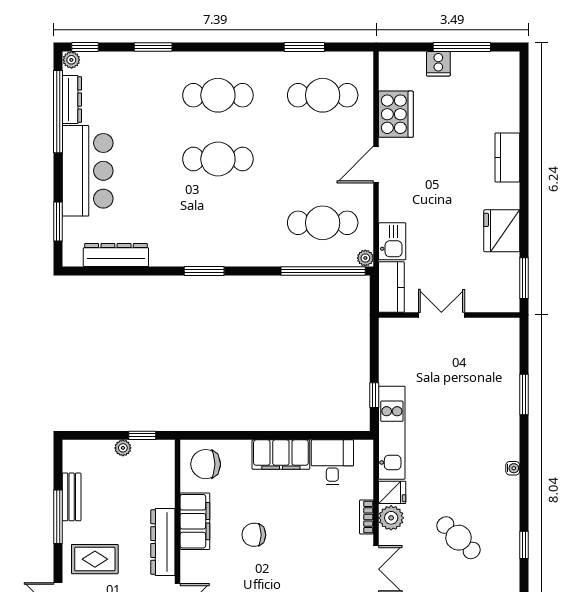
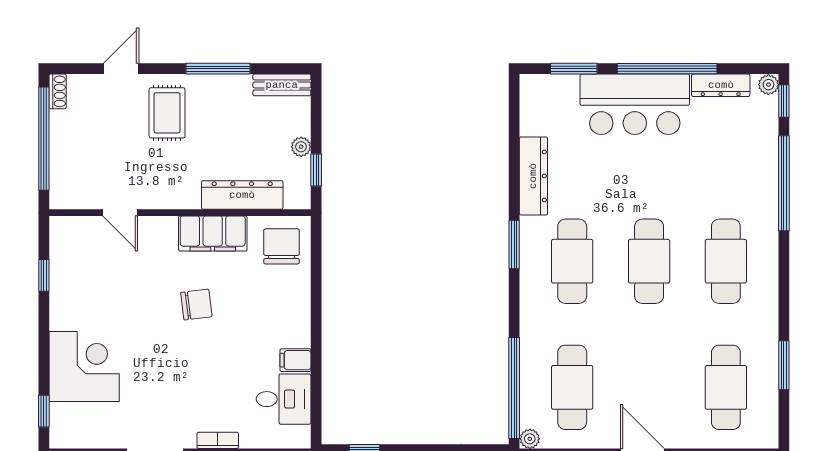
window: (153, 47) -> (784, 183), width x2.11
window: (58, 112) -> (667, 69), moved
cafe table: (218, 223) -> (572, 261), added
dresser: (116, 255) -> (533, 176), moved
filing cabinet: (281, 455) -> (295, 360), width x0.33, depth x0.86
bench: (72, 497) -> (282, 85), moved
chair: (254, 535) -> (196, 305), turned 83
dresser: (163, 542) -> (242, 195), moved

